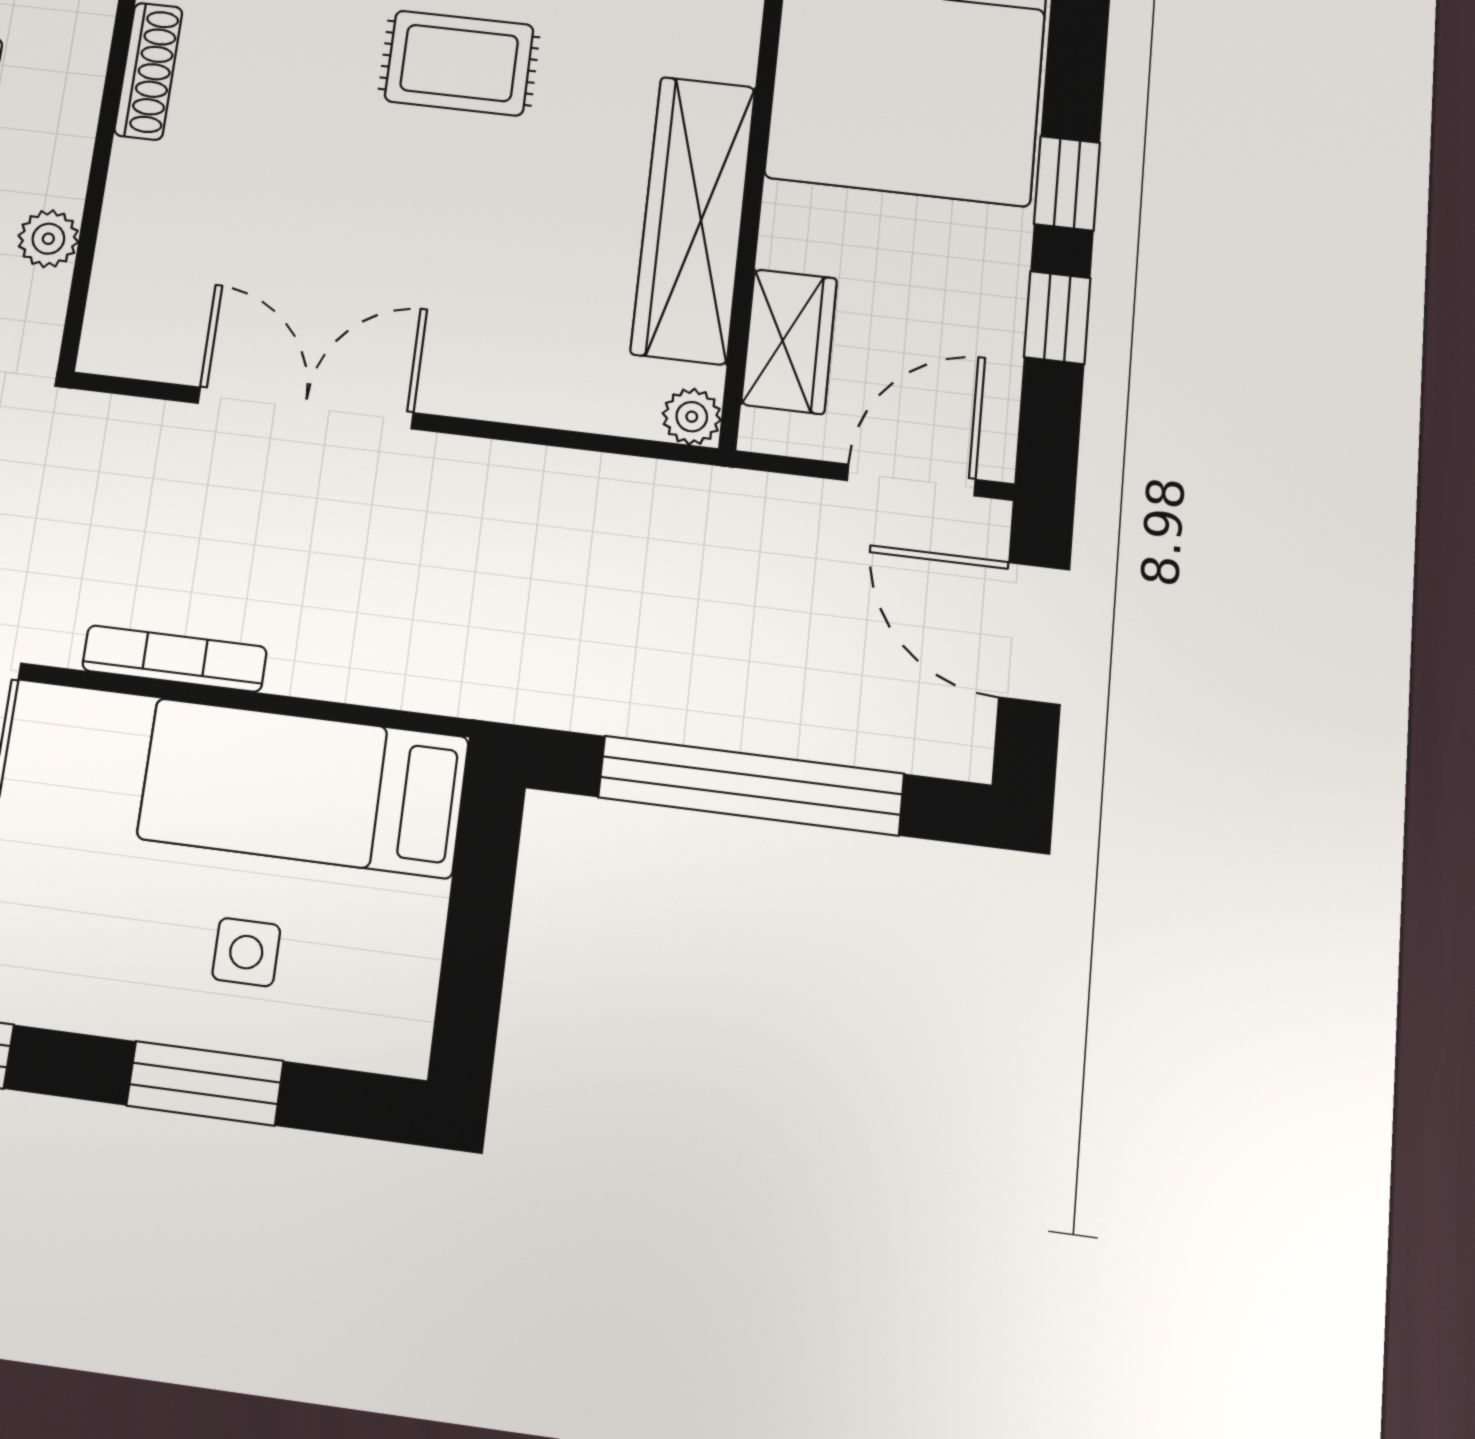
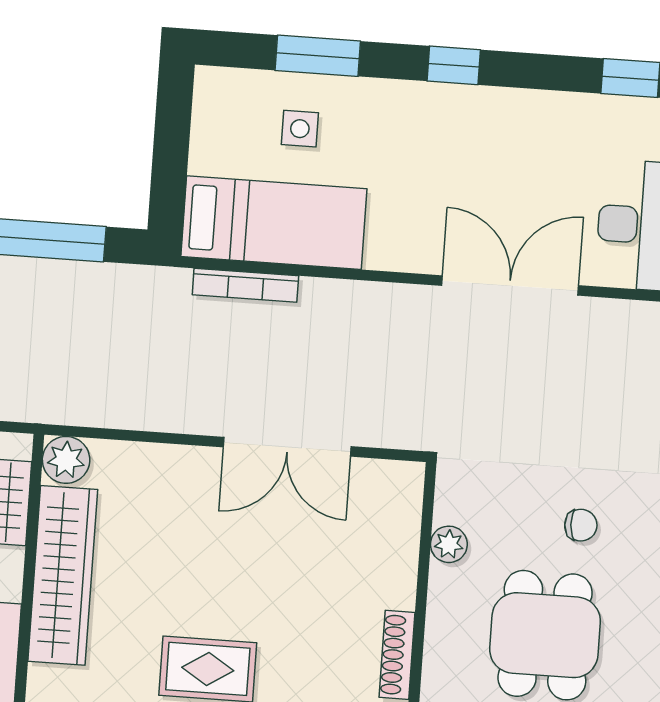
plant: (692, 417) -> (66, 460), width x1.38, depth x1.38
bookcase: (174, 659) -> (245, 285), moved

